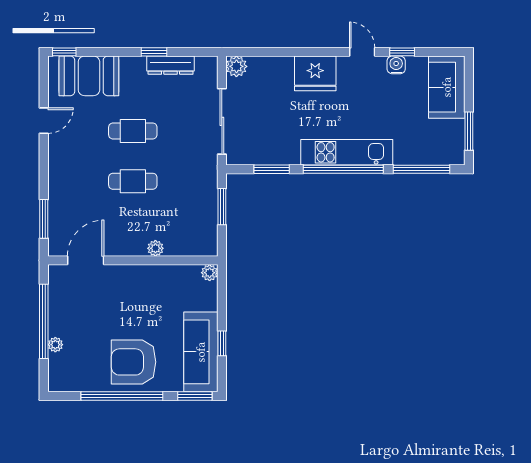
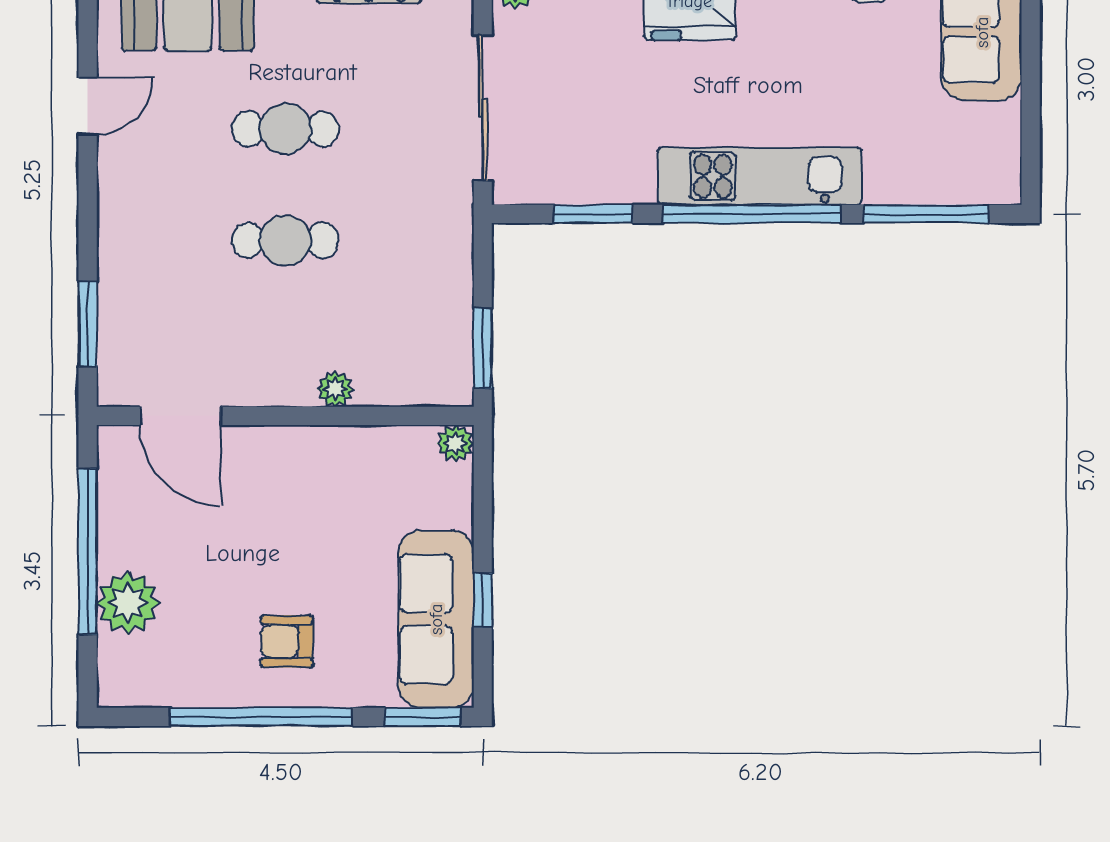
window: (469, 131) -> (1031, 129), removed
window: (222, 207) -> (483, 348), moved
door: (86, 260) -> (180, 416), swing flipped
plant: (55, 345) -> (128, 603), width x1.87, depth x1.87
armchair: (134, 362) -> (287, 641), width x0.53, depth x0.53

